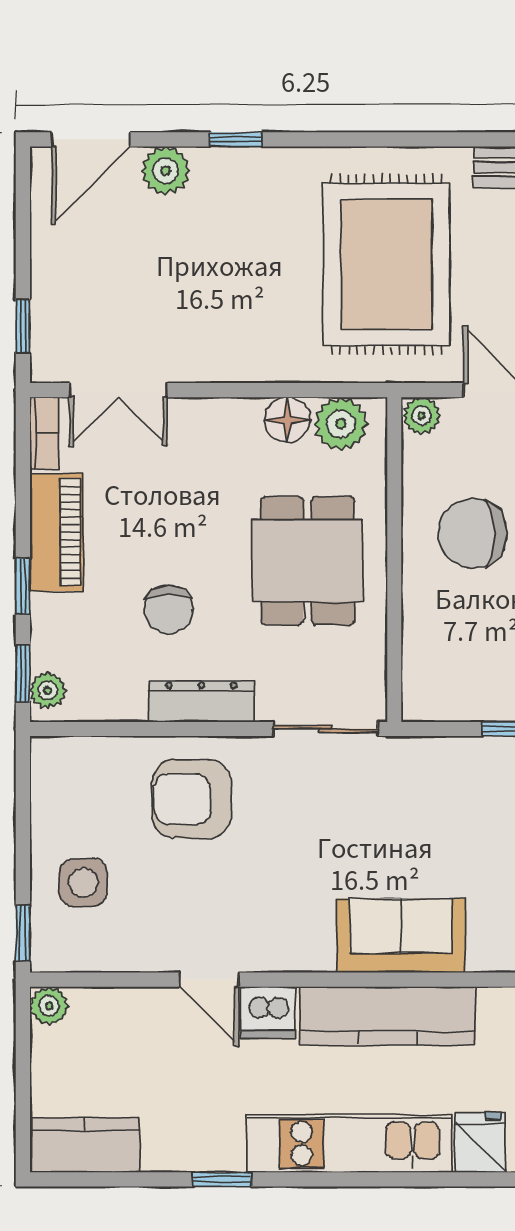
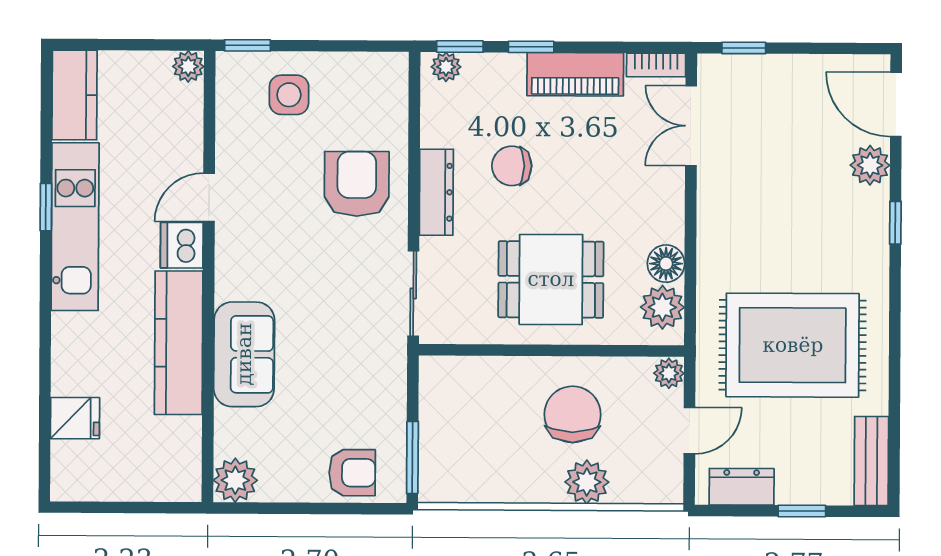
kitchen unit: (349, 1143) -> (75, 227), moved

